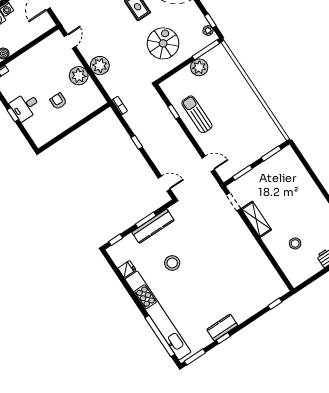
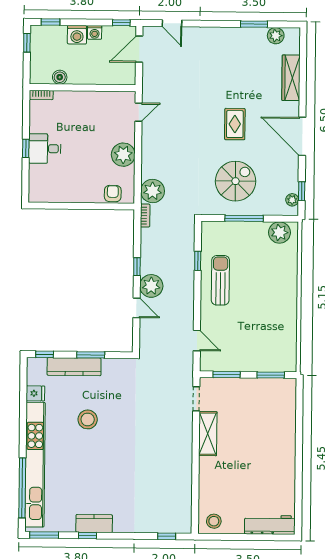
window: (206, 50) -> (244, 218), moved
plant: (100, 66) -> (153, 191), moved
plant: (199, 67) -> (279, 233), moved
armchair: (58, 101) -> (113, 194), moved
plant: (155, 148) -> (151, 286), added
door: (164, 183) -> (136, 308), moved
kitchen counter: (153, 226) -> (74, 367), moved
stool: (295, 243) -> (214, 521), moved

